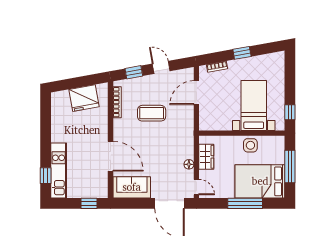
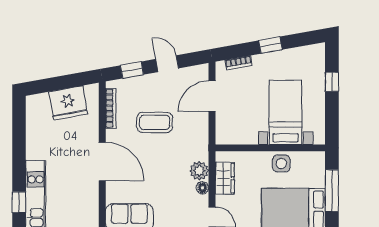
window: (290, 112) -> (332, 82), moved
plant: (186, 151) -> (199, 171), added
door: (111, 156) -> (102, 161), moved

